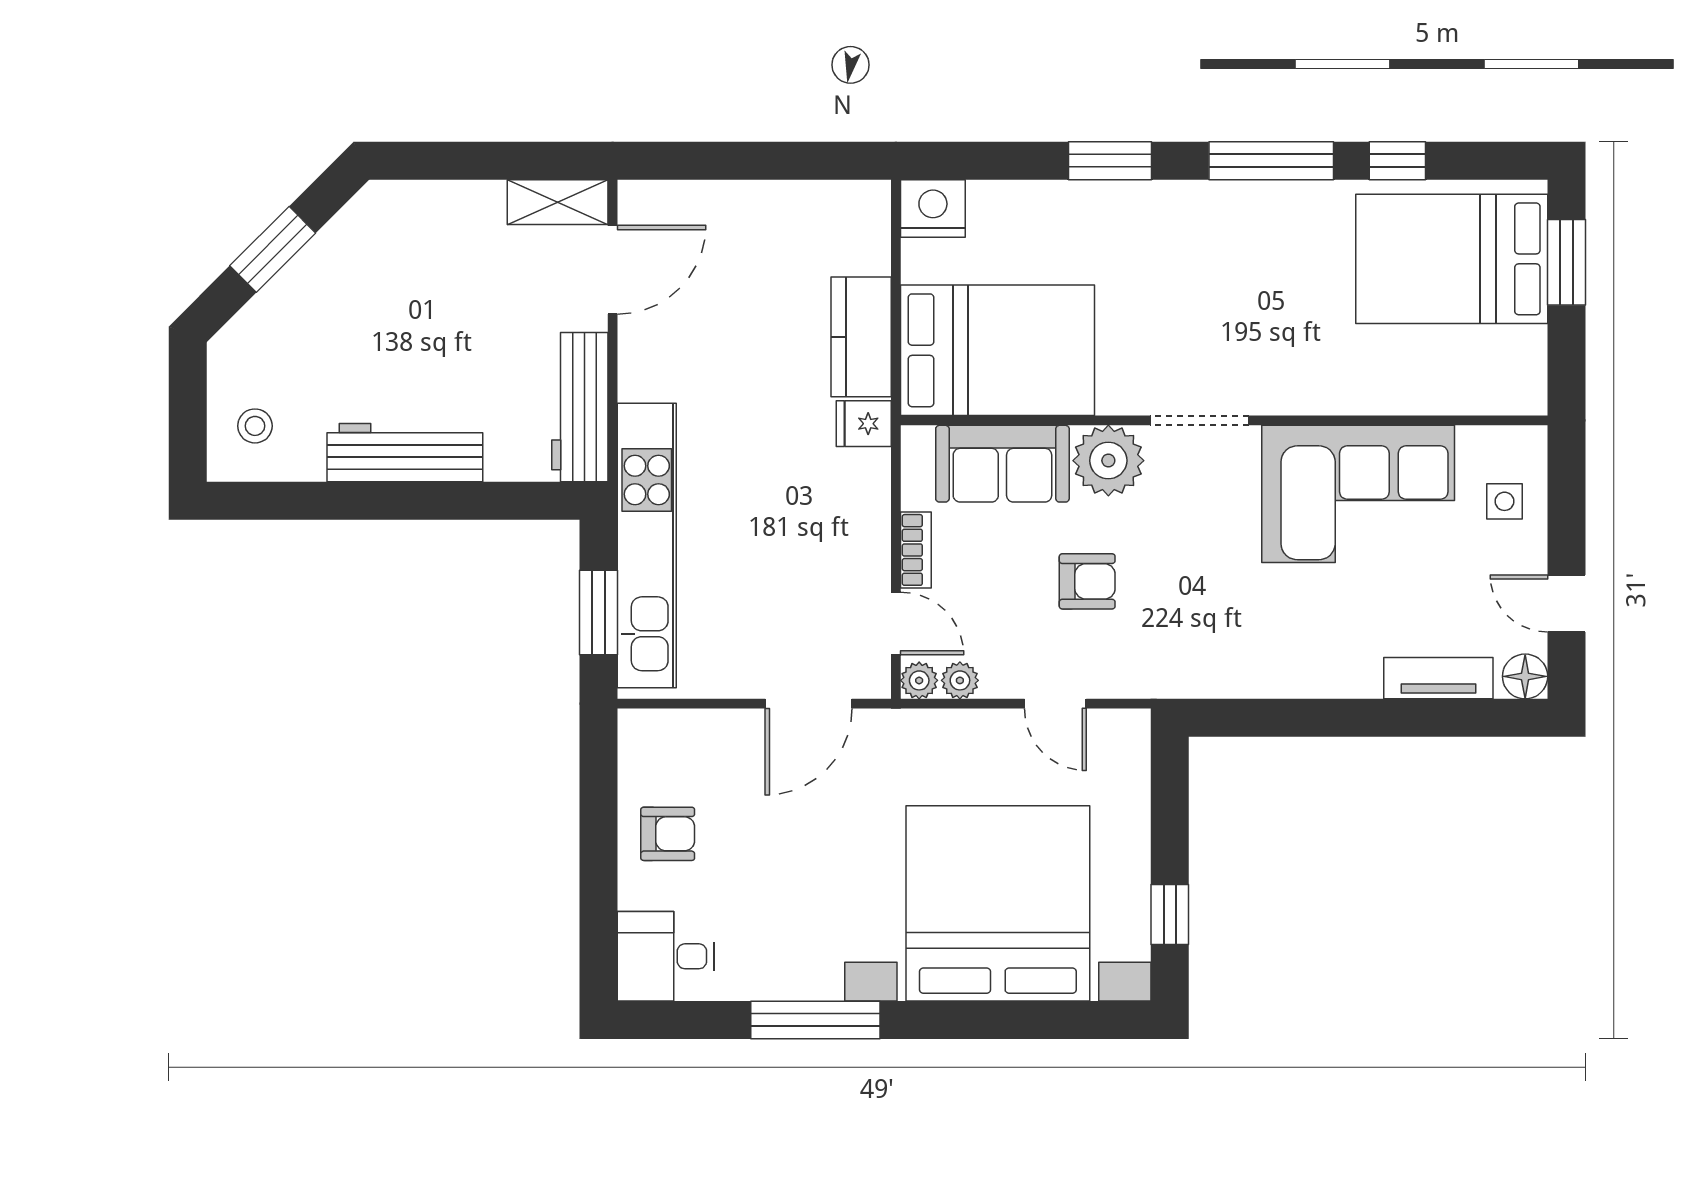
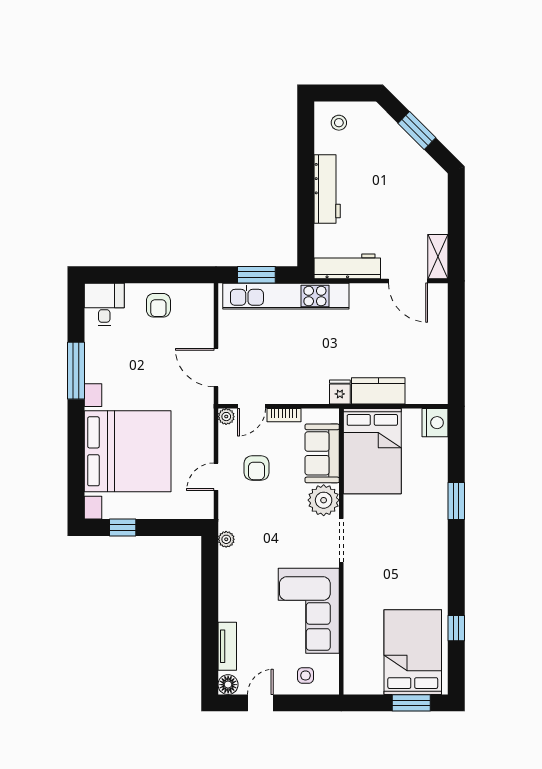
window: (1271, 161) -> (456, 572), removed
armchair: (1087, 581) -> (257, 468), moved
plant: (960, 680) -> (226, 539), moved

